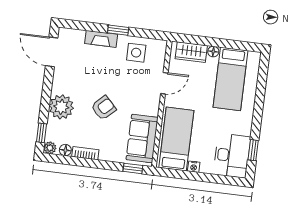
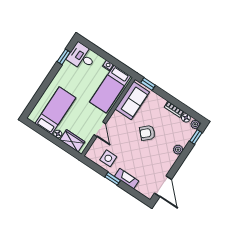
door: (164, 83) -> (100, 129), swing flipped
plant: (61, 107) -> (178, 150), width x0.53, depth x0.53
desk: (232, 156) -> (82, 57), width x0.73

